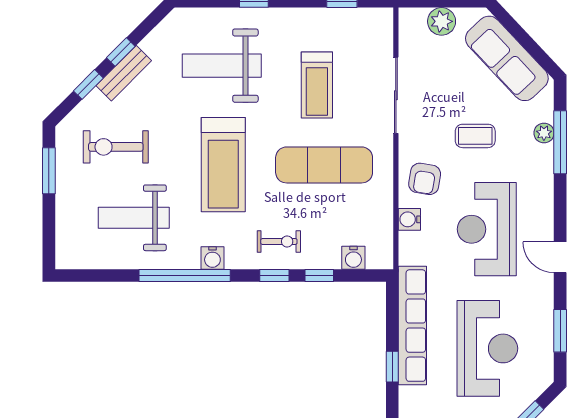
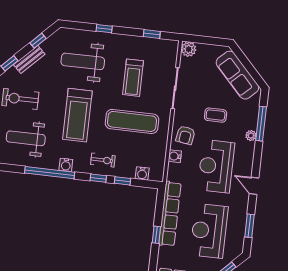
plant: (442, 21) -> (189, 49), moved
window: (121, 52) -> (38, 41), moved
plant: (544, 133) -> (251, 135), moved
reception desk: (487, 348) -> (209, 231), turned 180

